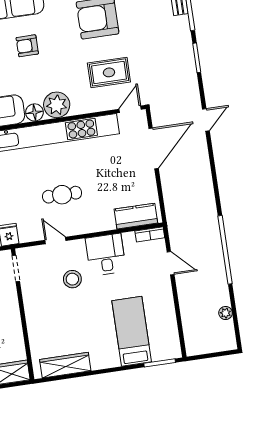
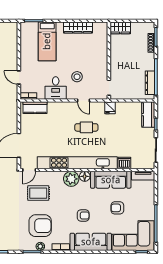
cafe table: (62, 195) -> (86, 127), moved
wardrobe: (65, 365) -> (78, 28), moved

